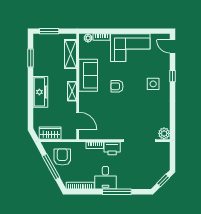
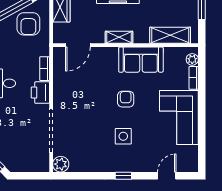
door: (173, 46) -> (167, 176), moved
window: (173, 76) -> (123, 176), moved
side table: (153, 84) -> (123, 136), moved
armchair: (62, 157) -> (28, 24), turned 90

